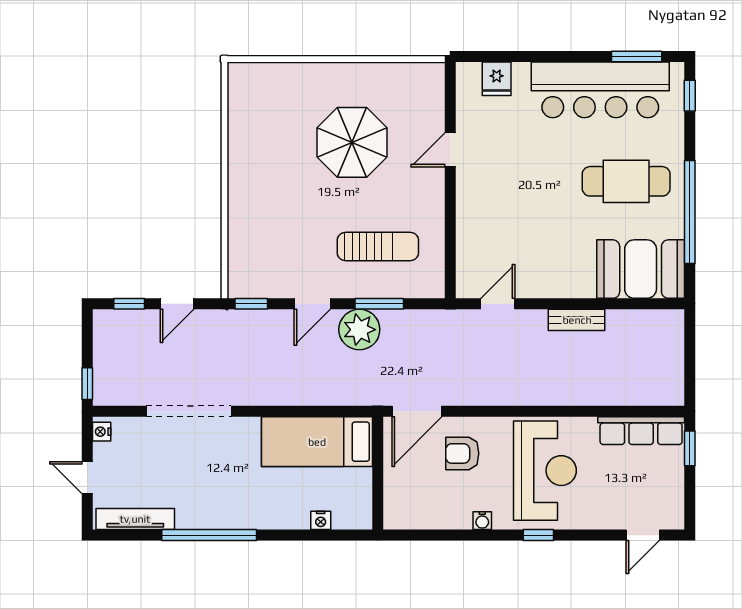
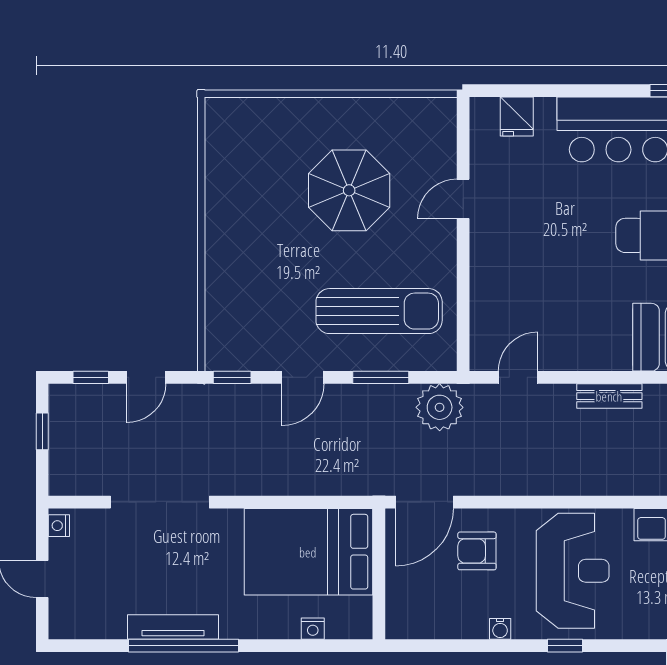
sun lounger: (378, 247) -> (379, 311), width x1.36, depth x1.34
plant: (359, 330) -> (440, 407), moved
window: (87, 384) -> (42, 431), moved
bed: (317, 442) -> (308, 552), width x1.50
tv unit: (135, 519) -> (173, 627), moved

